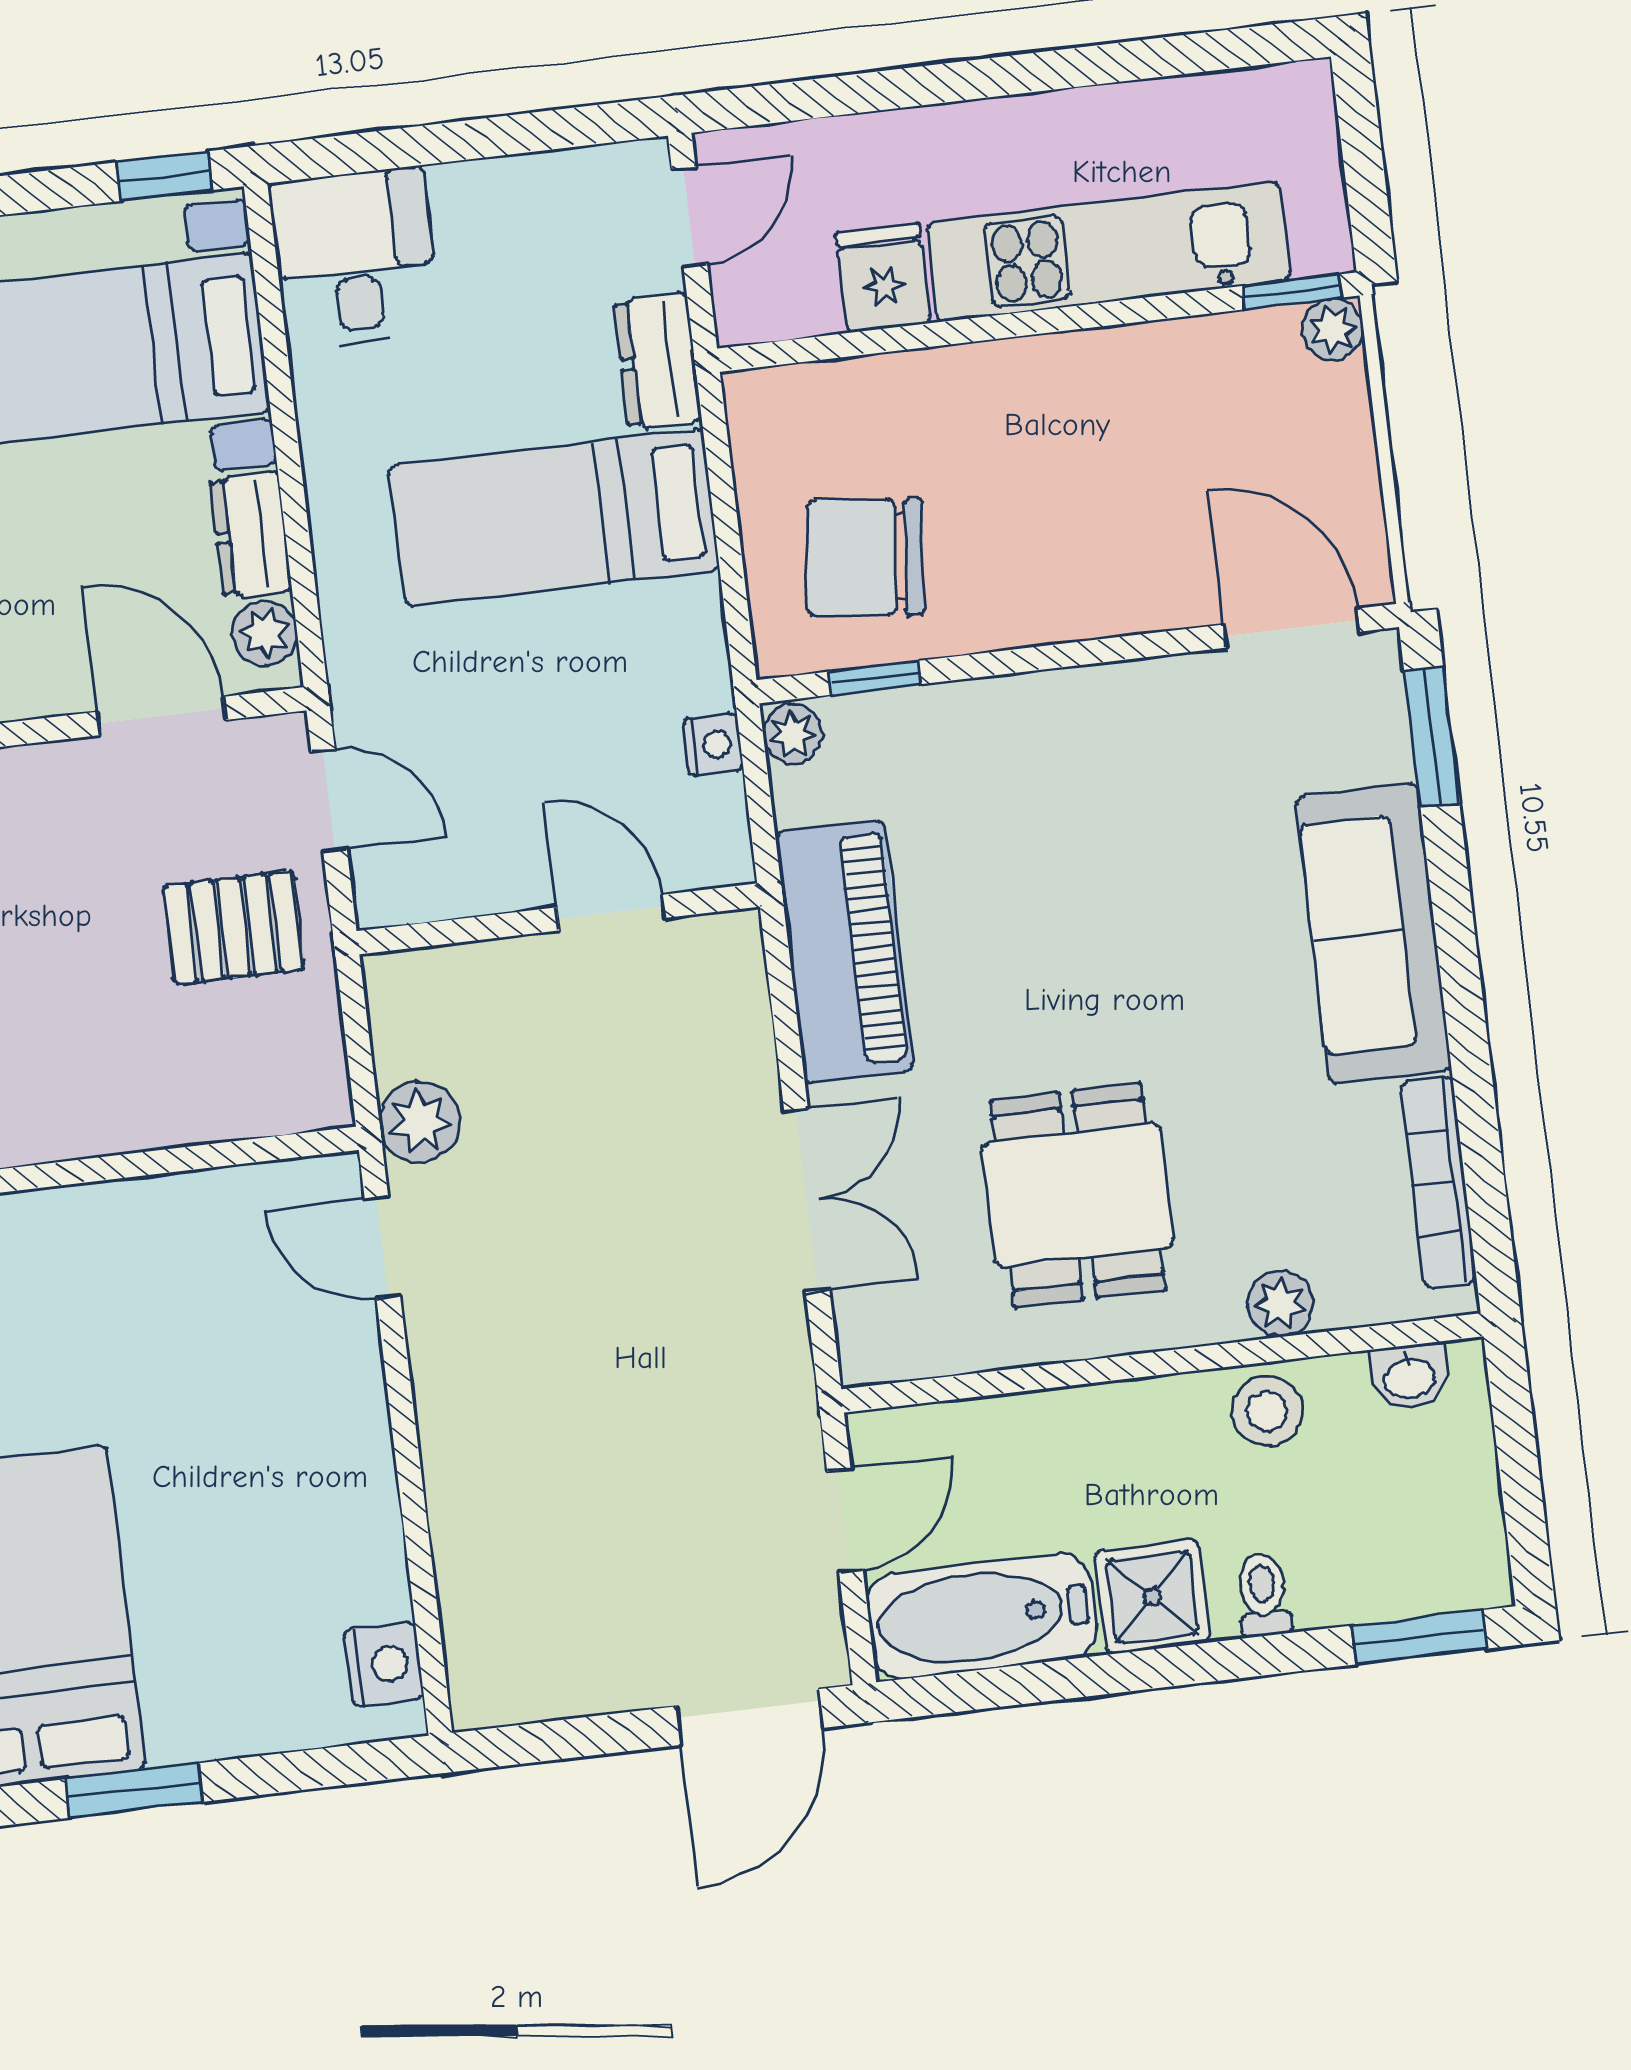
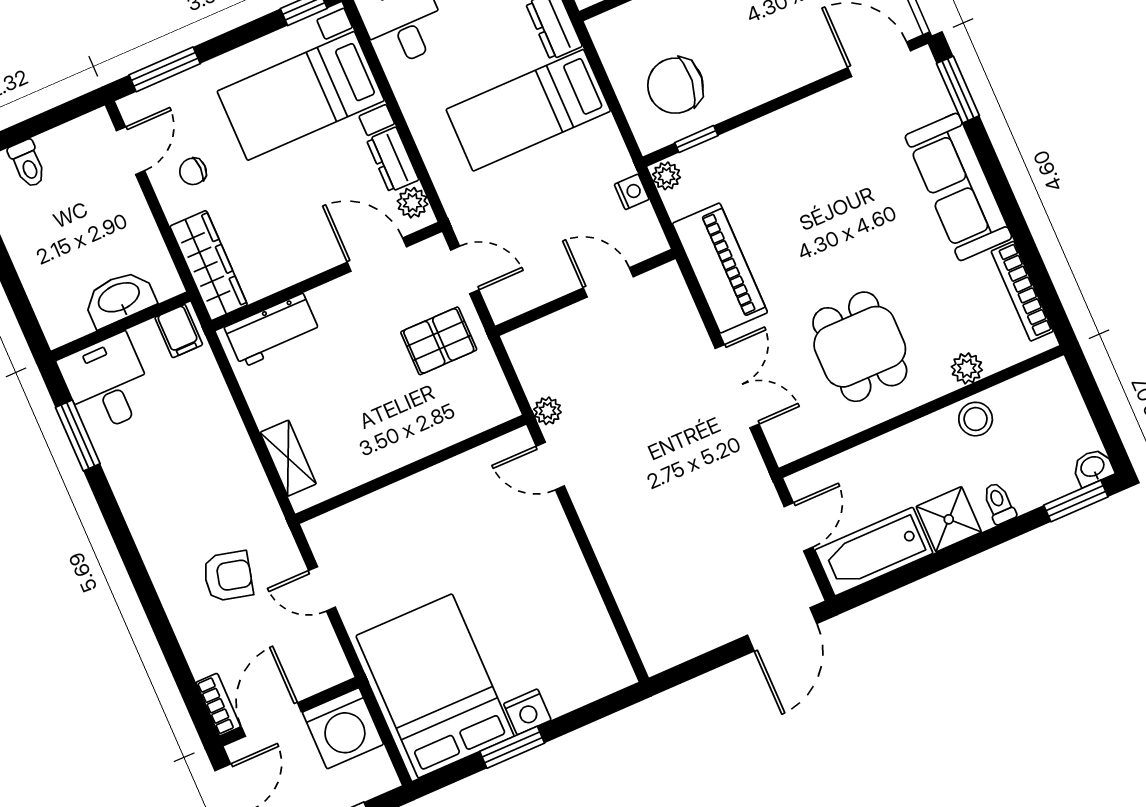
plant: (420, 1122) -> (547, 411), width x0.73, depth x0.73
washbasin: (1409, 1377) -> (1093, 467), moved, turned 180
nightstand: (384, 1664) -> (527, 712), moved, turned 90

